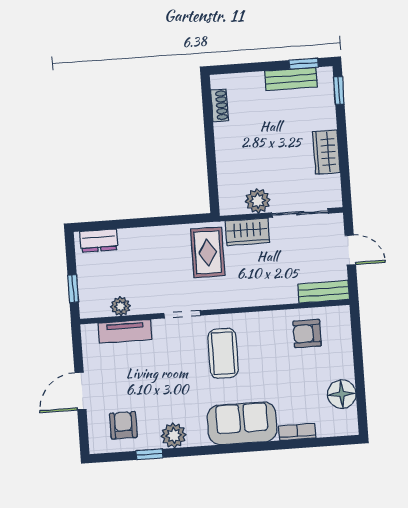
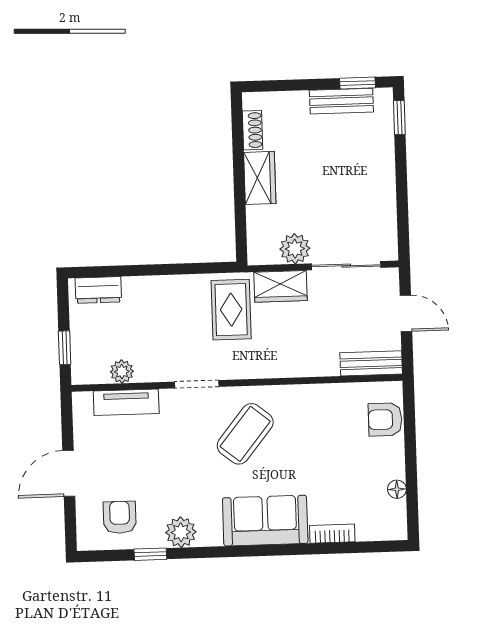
wardrobe: (326, 152) -> (260, 178), moved, turned 180
armchair: (307, 334) -> (385, 419), moved
coffee table: (223, 353) -> (245, 434), turned 39
floor lamp: (342, 394) -> (397, 489), width x0.53, depth x0.53

